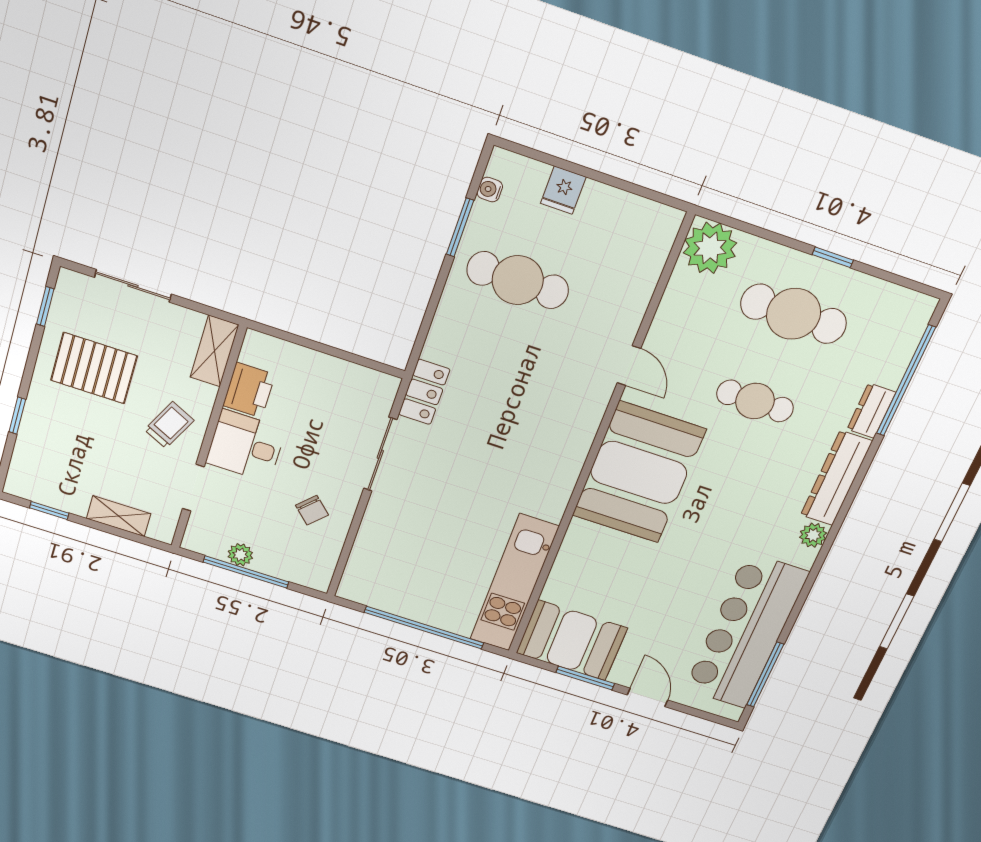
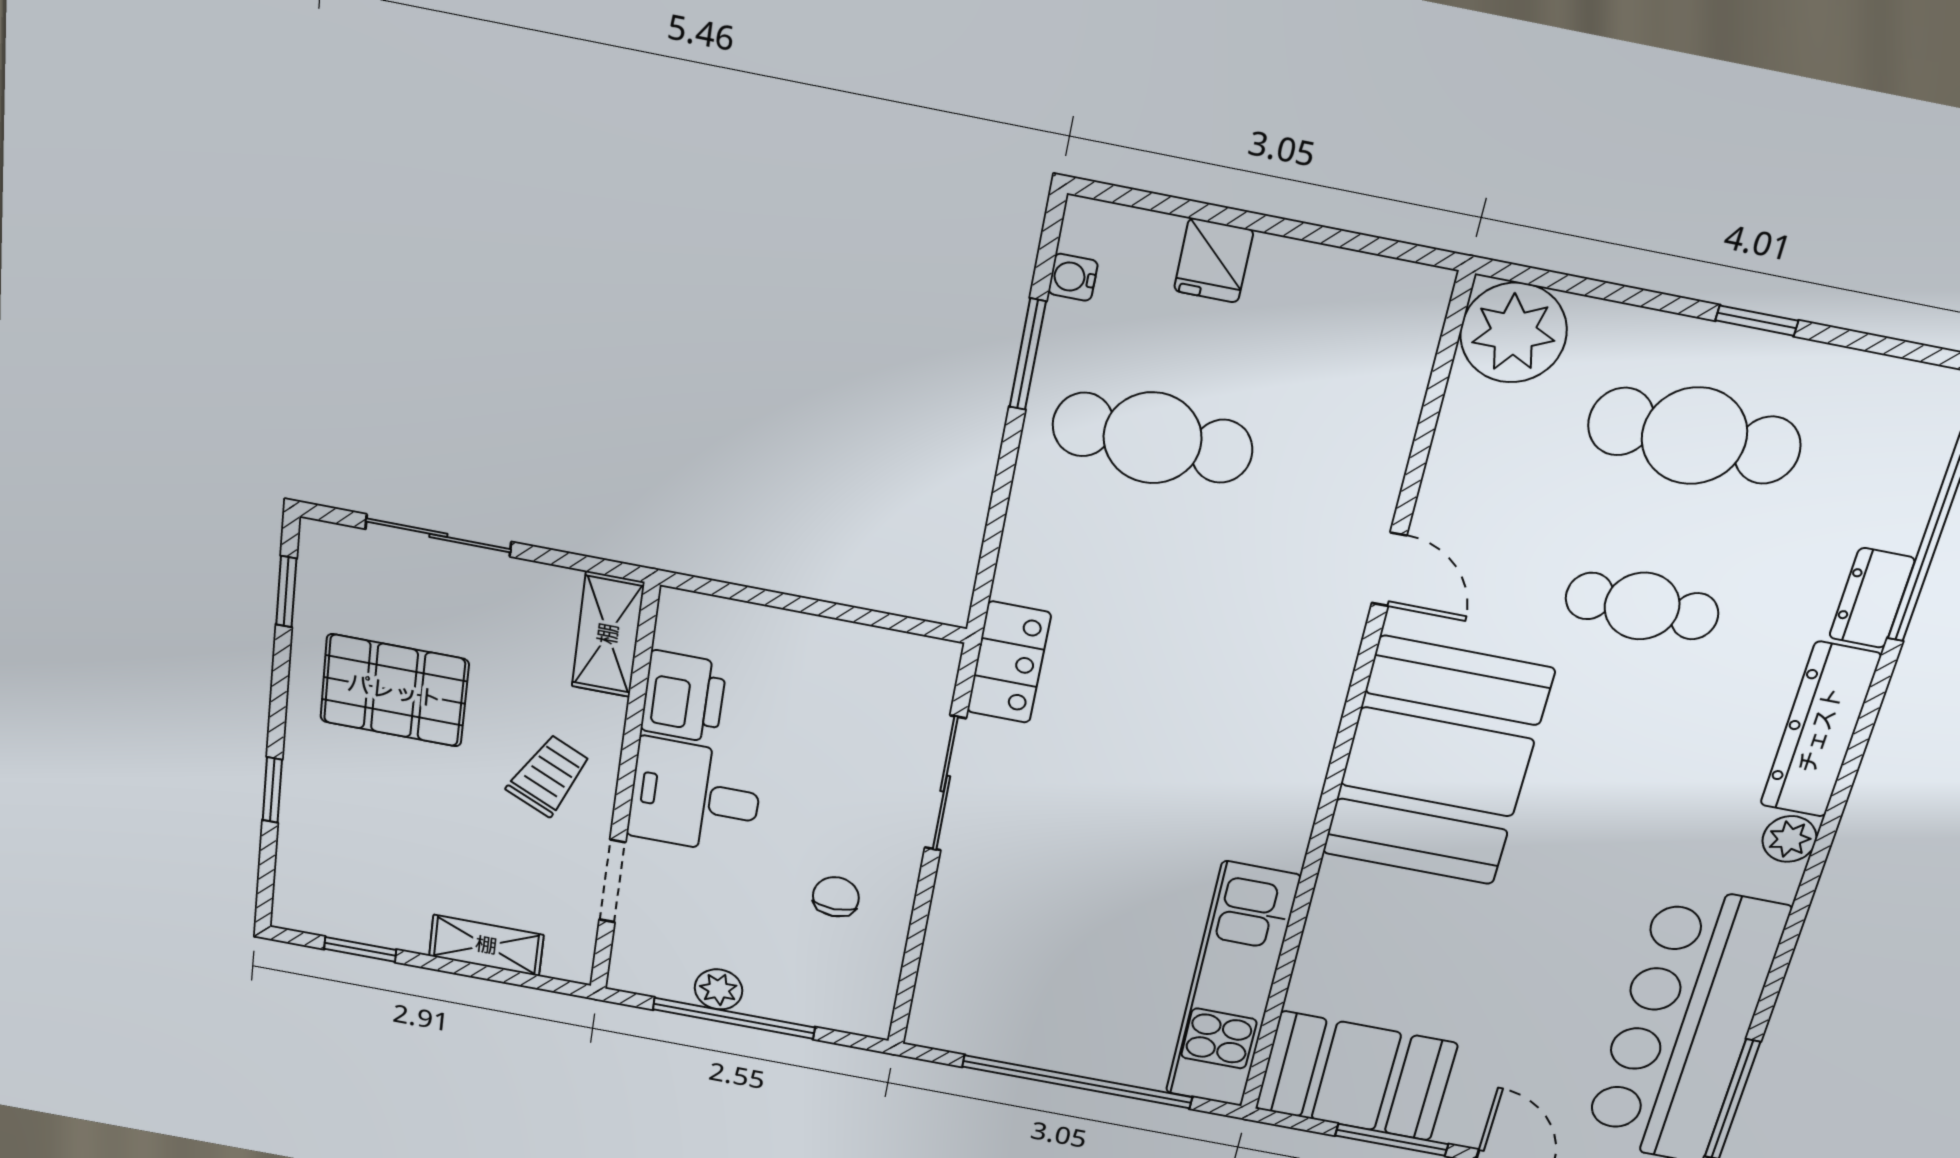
chair: (312, 510) -> (836, 897), turned -134

